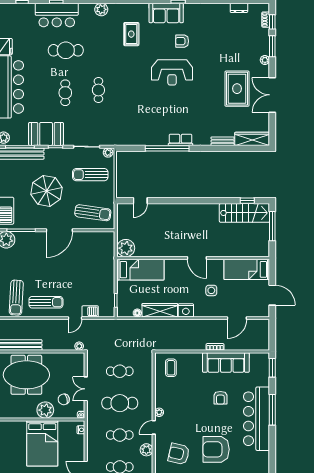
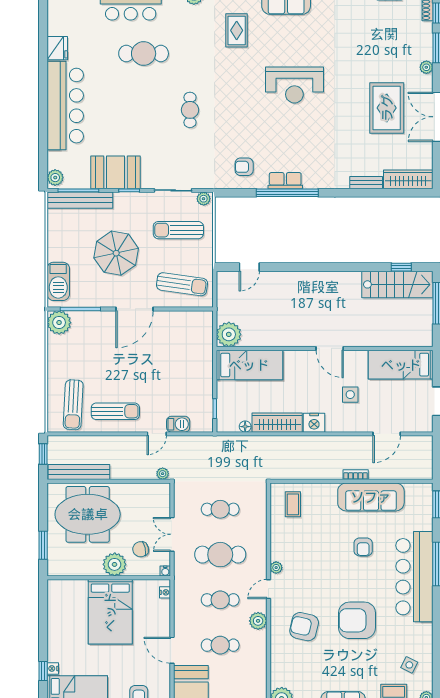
armchair: (182, 41) -> (244, 167), moved
cafe table: (65, 93) -> (143, 114), removed
row of seats: (180, 140) -> (285, 181), moved

